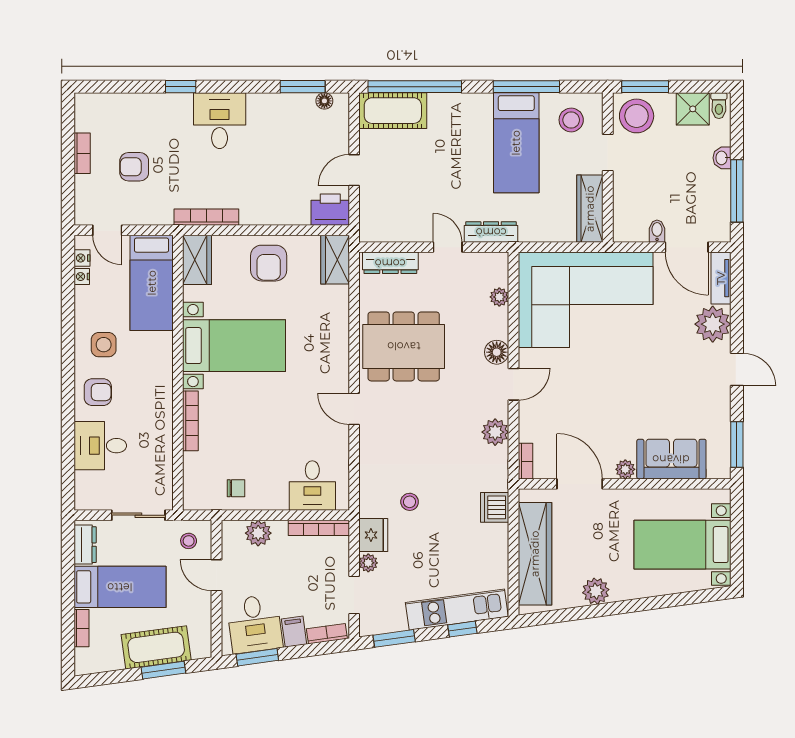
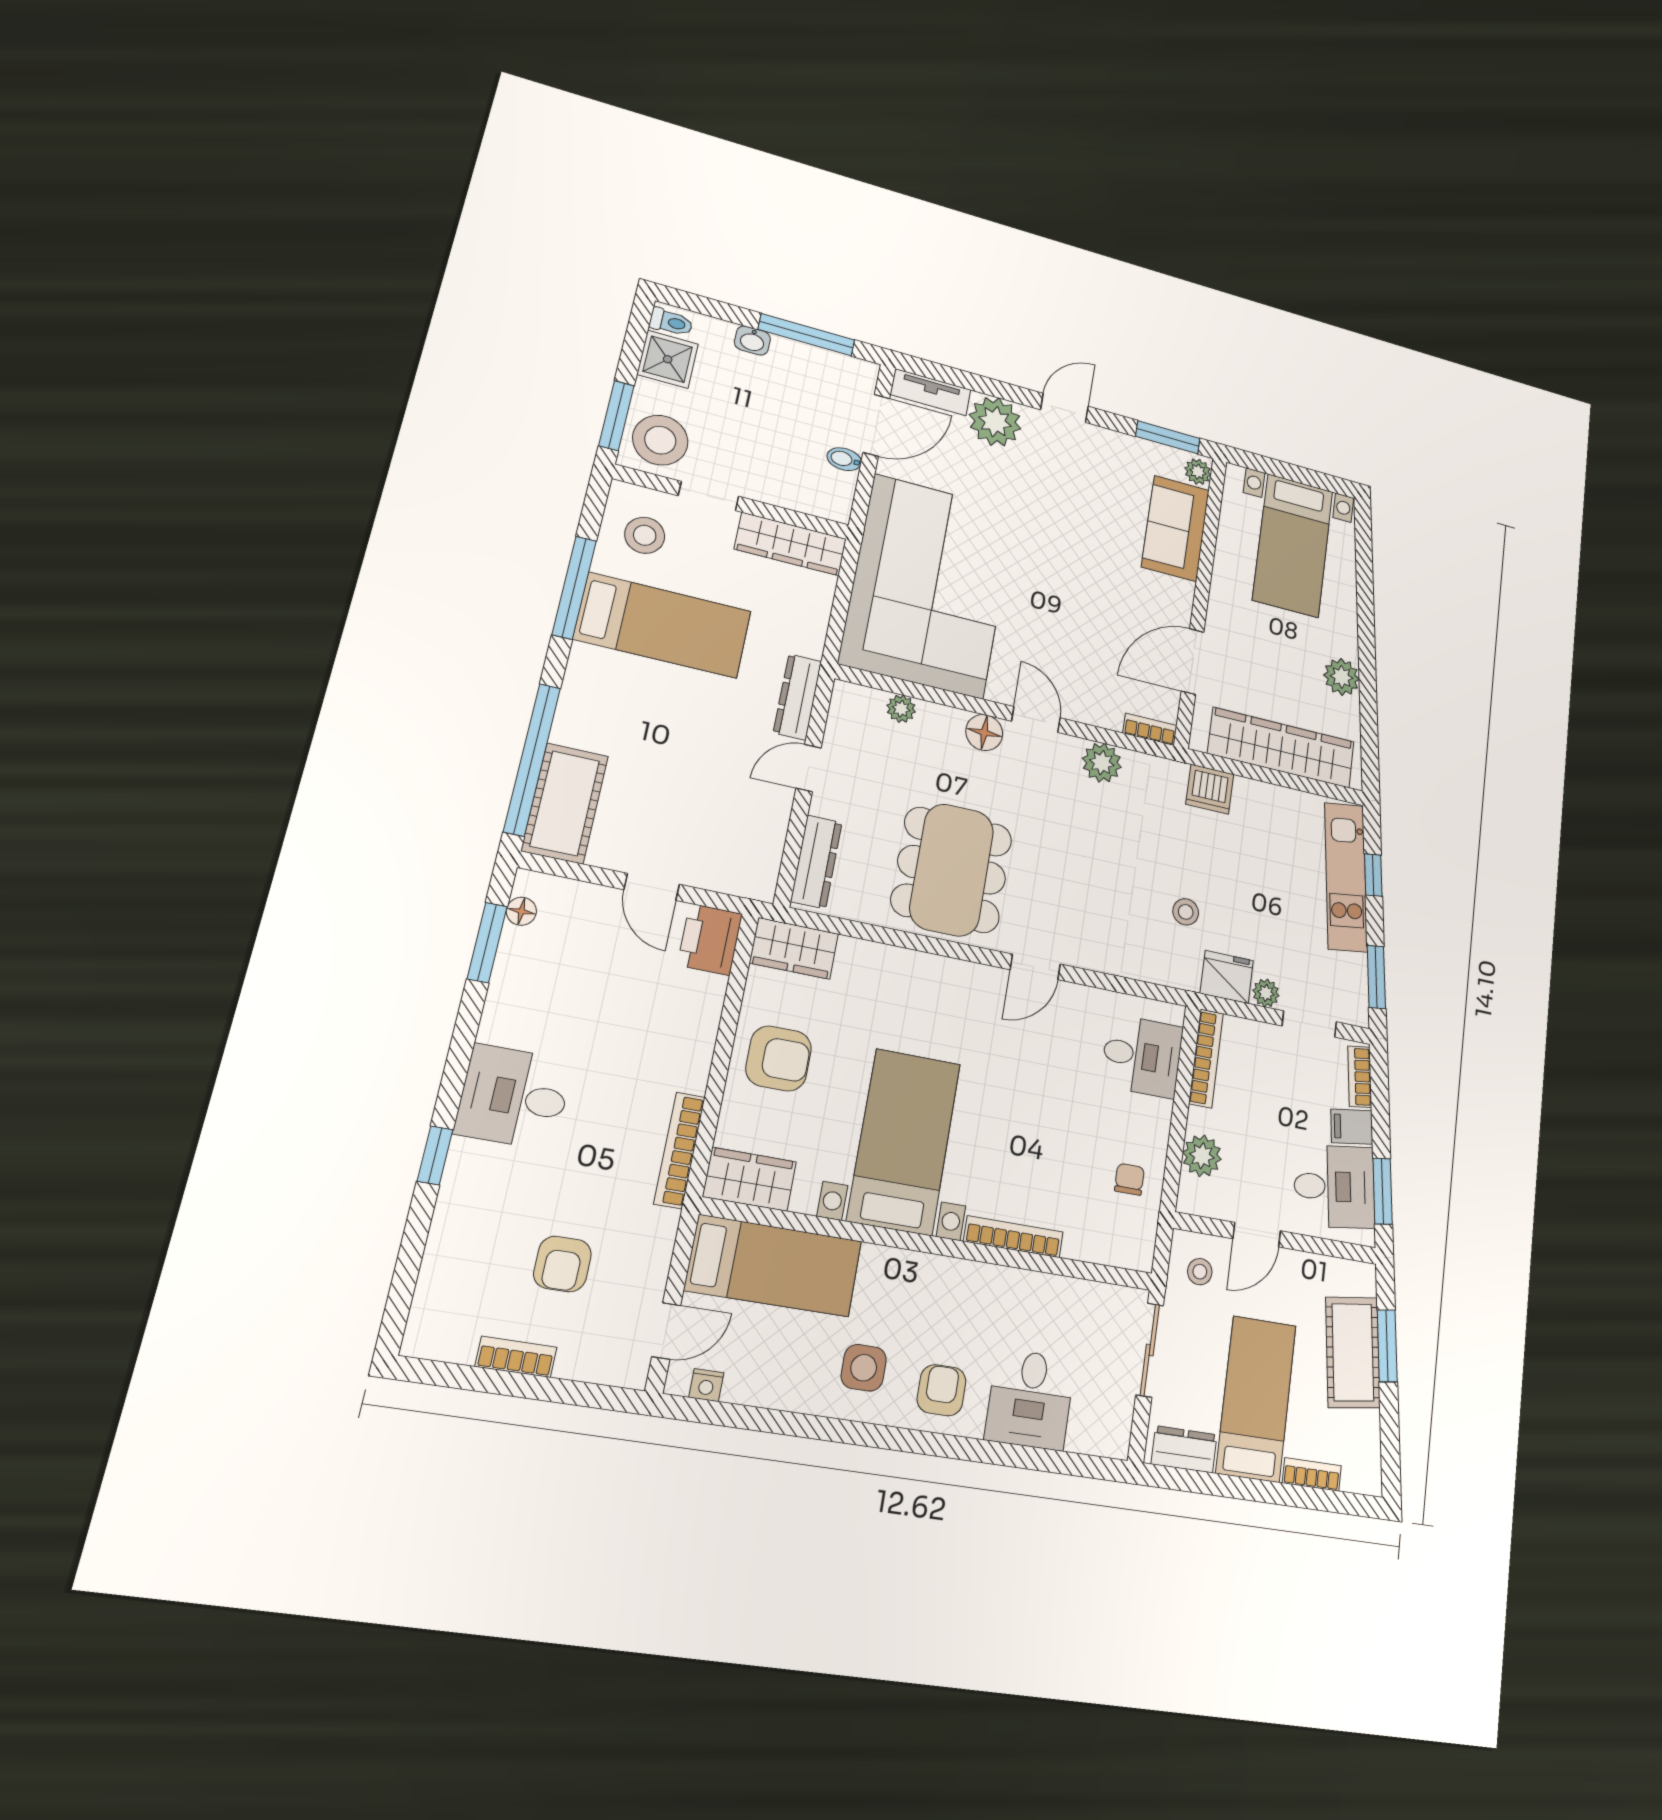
nightstand: (82, 277) -> (739, 1390), removed
plant: (625, 469) -> (1198, 472), moved

